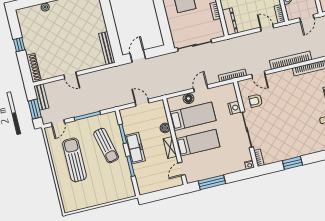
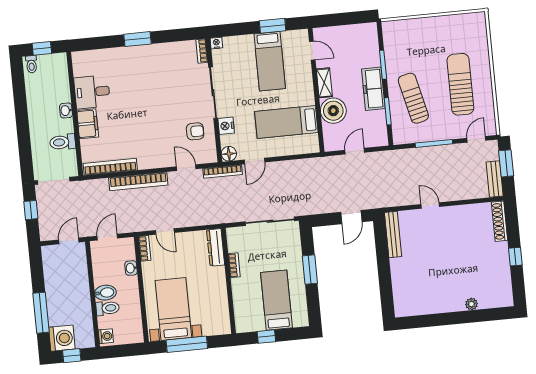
window: (162, 15) -> (310, 270), added
door: (70, 75) -> (430, 206), moved
door: (201, 88) -> (255, 161), moved
floor lamp: (188, 98) -> (229, 154), moved
door: (142, 103) -> (355, 151), swing flipped
boiler: (165, 128) -> (333, 111), width x1.86, depth x1.86
bed: (198, 143) -> (270, 61), moved, turned -90
sun lounger: (75, 160) -> (460, 84), turned 180
window: (292, 163) -> (138, 39), moved
door: (182, 169) -> (312, 51), hinge flipped
window: (212, 182) -> (273, 26), width x0.69

